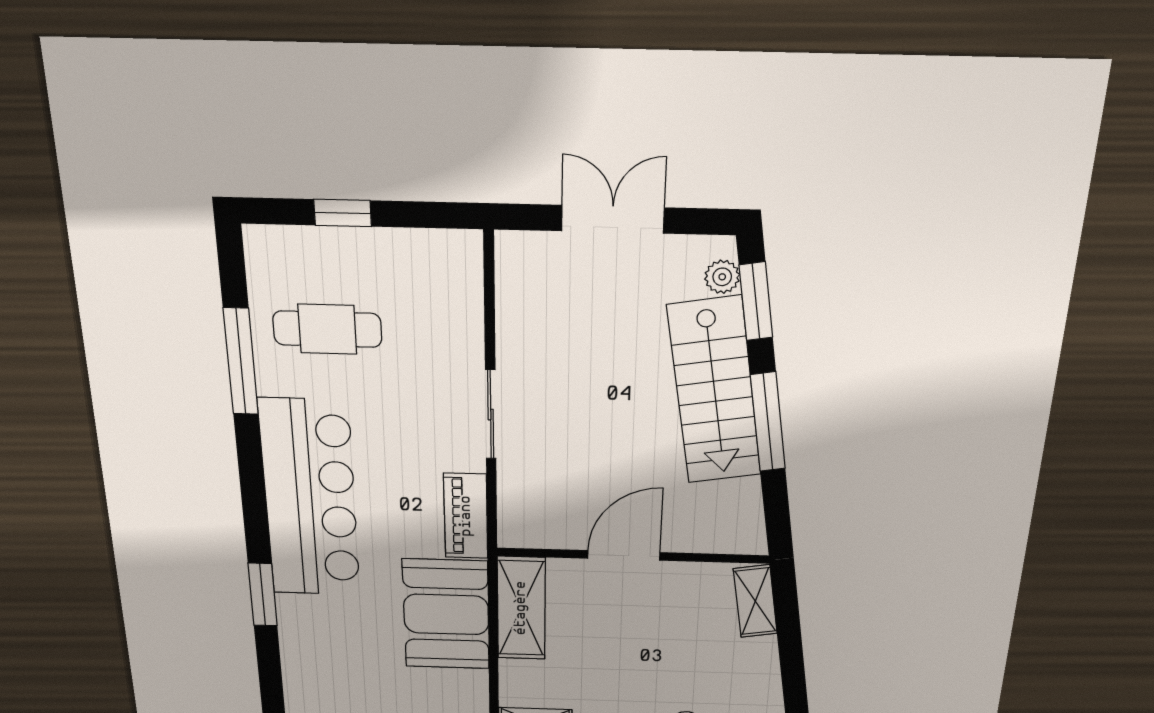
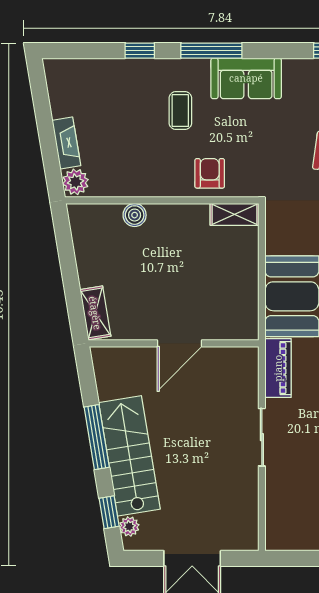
window: (756, 301) -> (109, 512), width x0.67
shelving: (521, 608) -> (244, 303), removed

